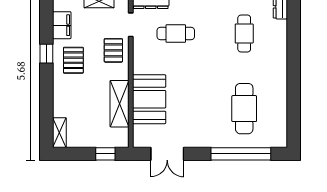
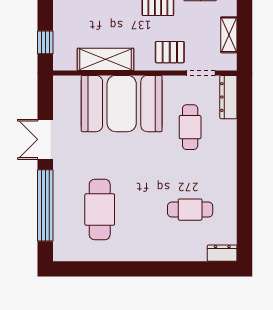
booth: (149, 99) -> (122, 104), width x1.36, depth x1.42
cafe table: (244, 109) -> (100, 210), turned 90
double door: (167, 154) -> (45, 139), moved

